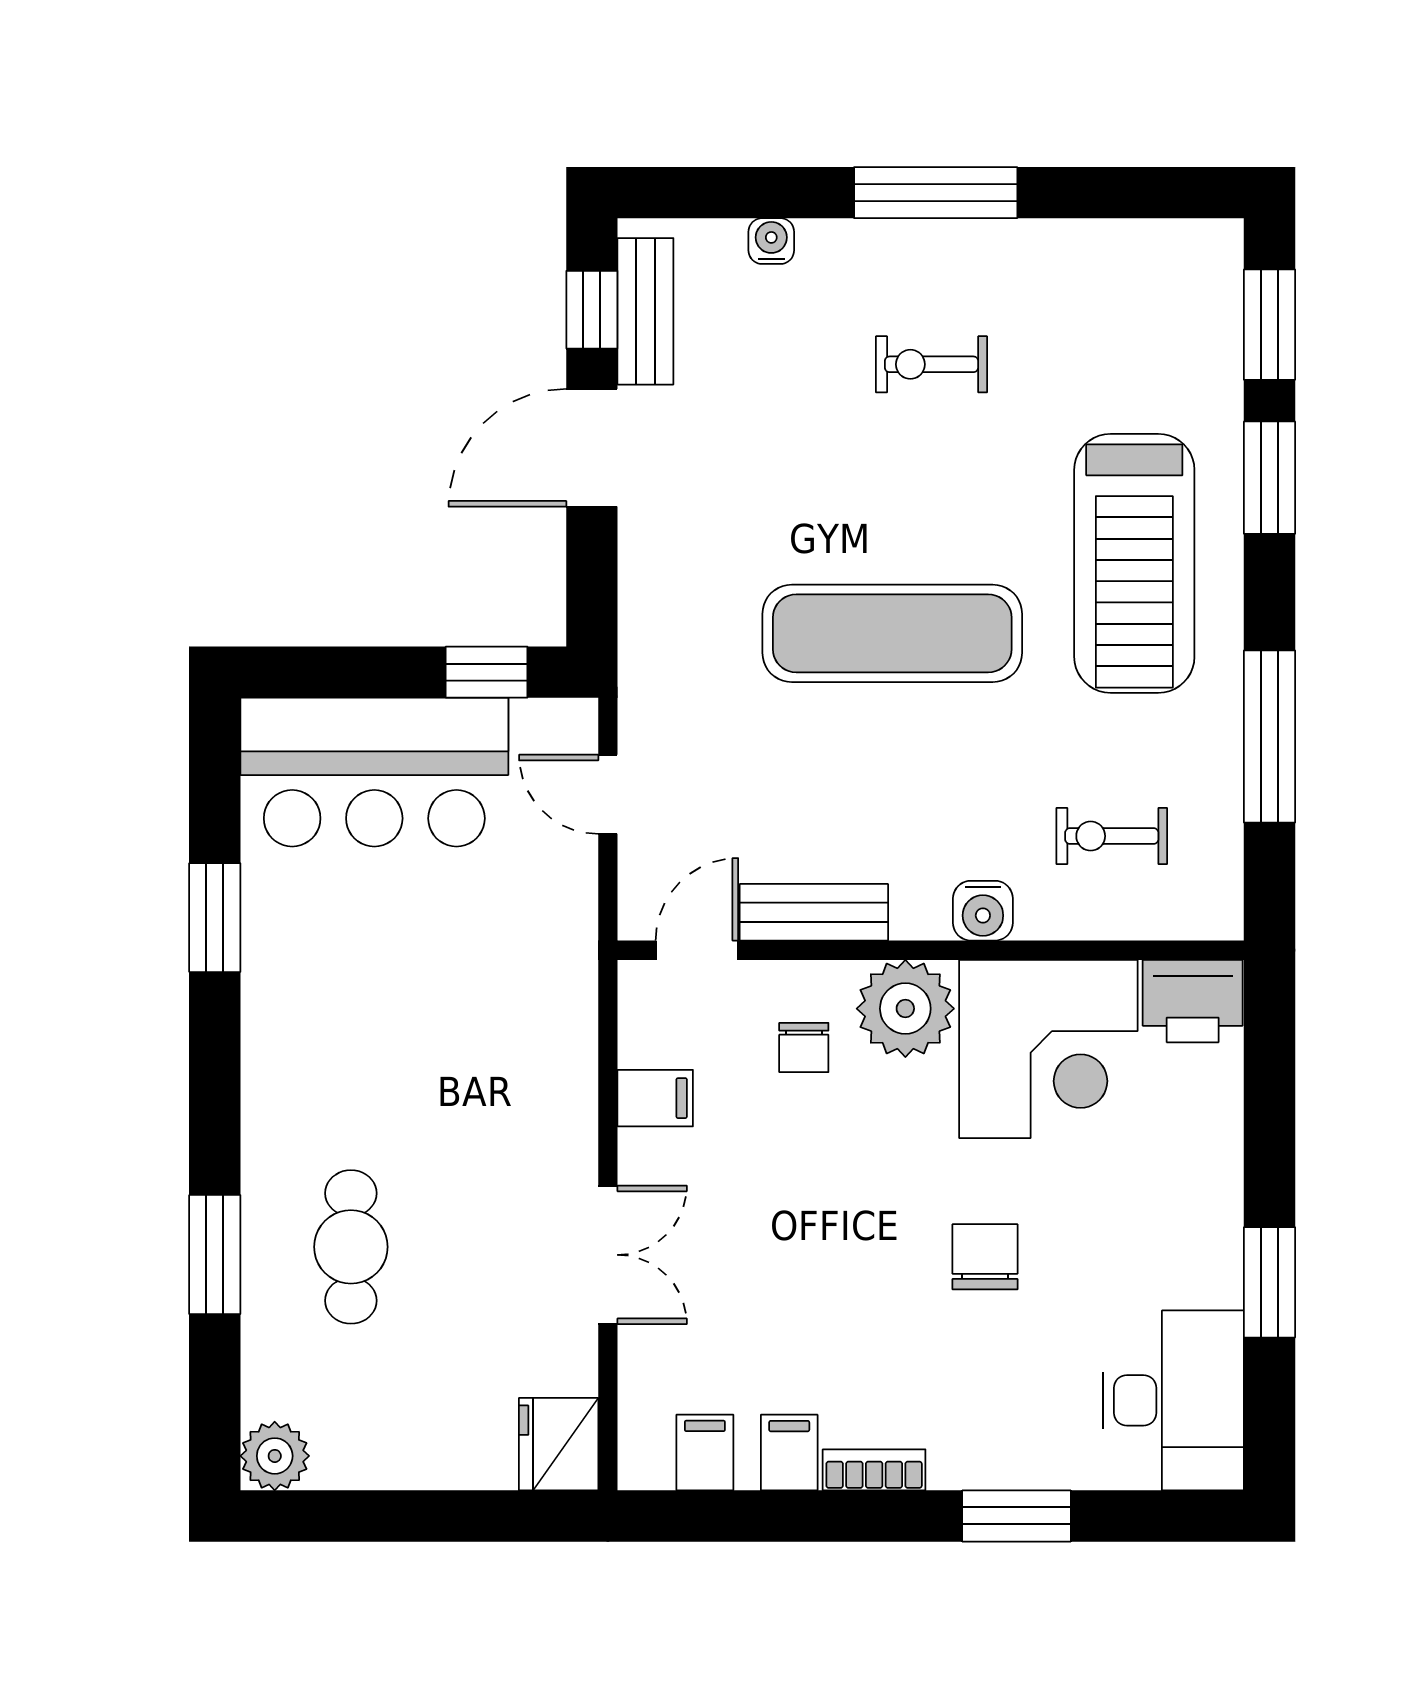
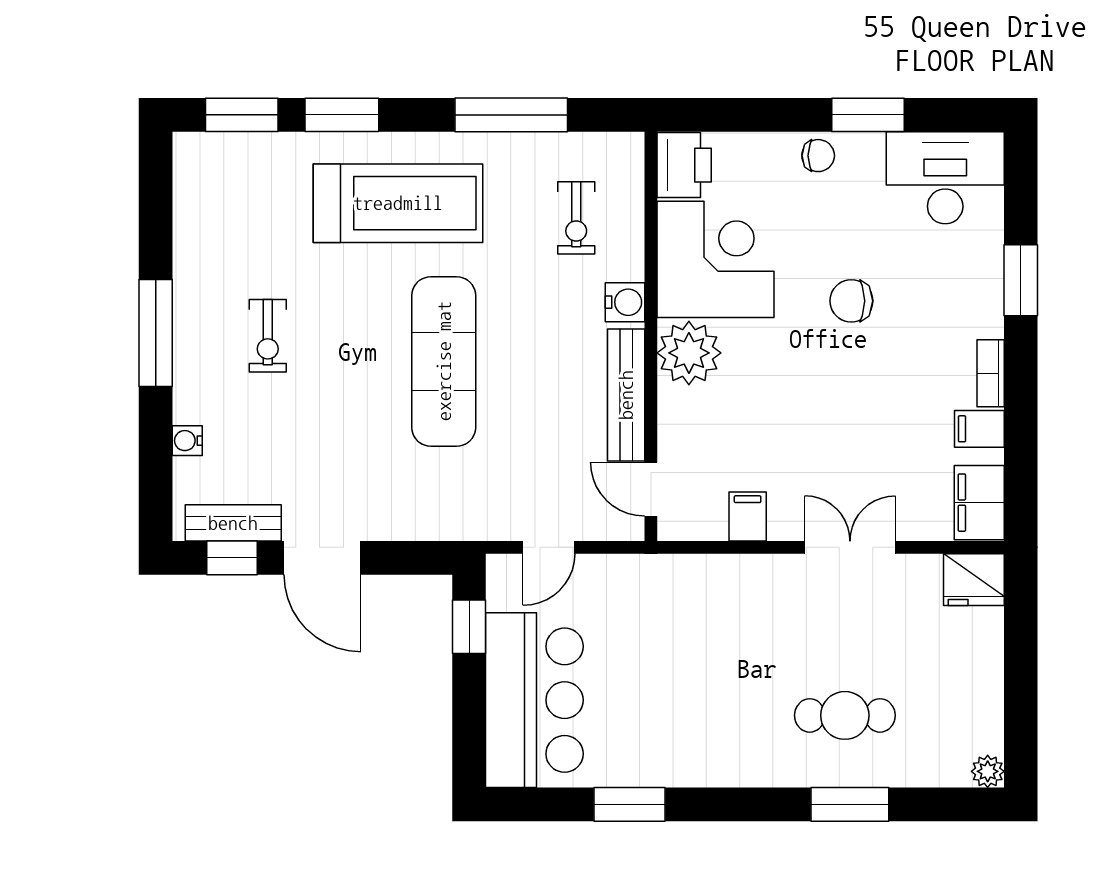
bench: (814, 912) -> (626, 395), width x1.36
chair: (804, 1047) -> (818, 156), moved
filing cabinet: (705, 1452) -> (979, 503), width x2.00
plant: (275, 1456) -> (988, 771), width x0.73, depth x0.73

